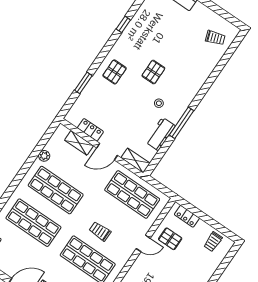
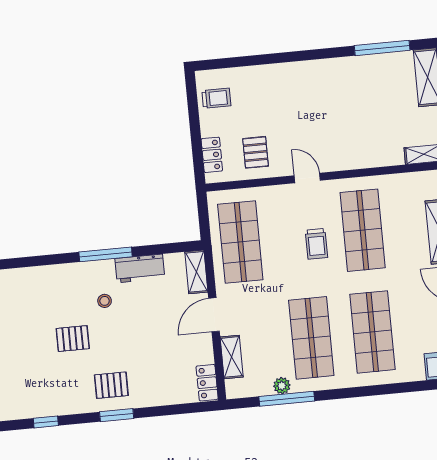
window: (83, 83) -> (117, 415), moved
locker: (90, 130) -> (207, 383), moved
door: (107, 152) -> (214, 315), swing flipped
window: (36, 153) -> (287, 399), added
door: (143, 243) -> (307, 178), moved

